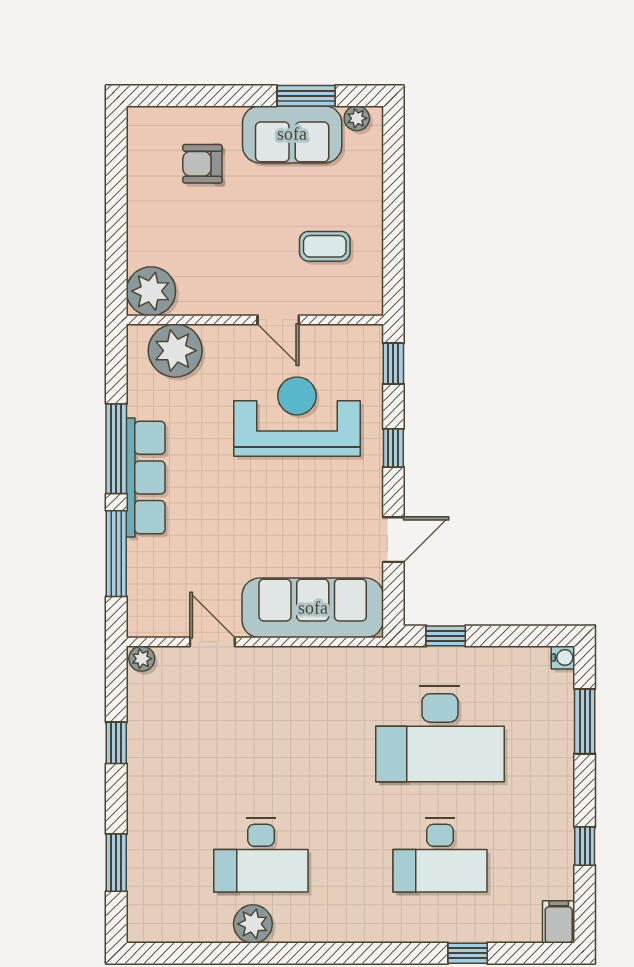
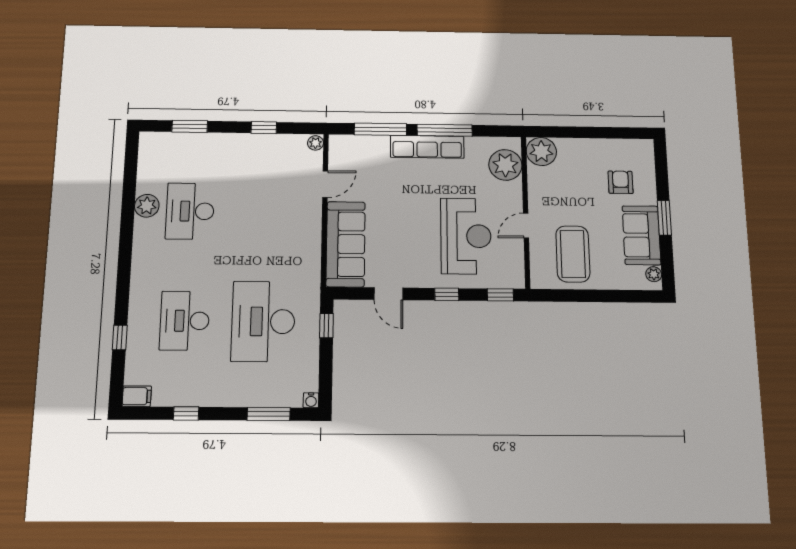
window: (306, 96) -> (664, 218), moved
coffee table: (325, 246) -> (573, 254), width x1.86, depth x1.72

